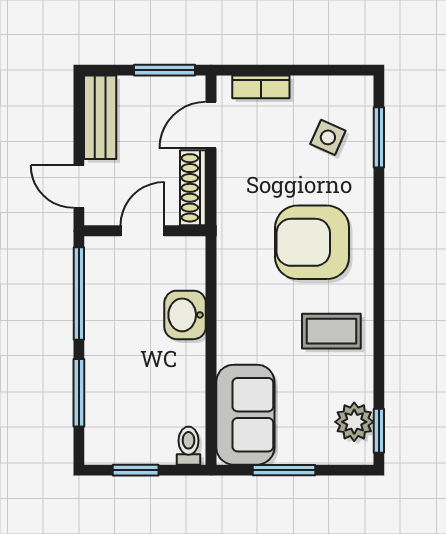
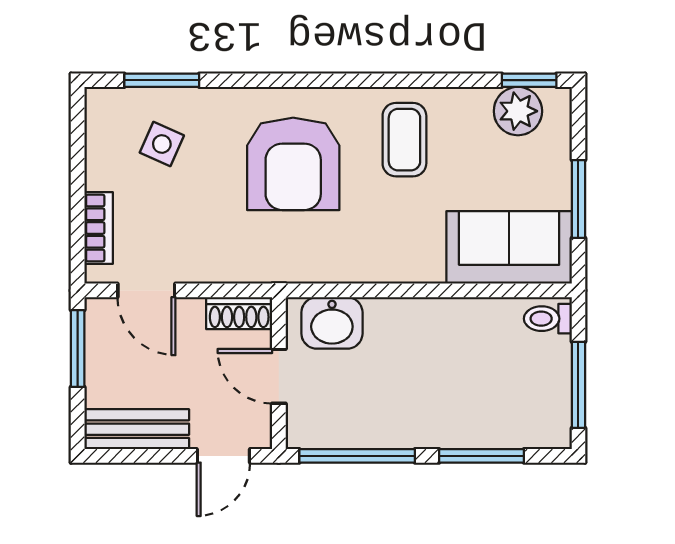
shoe rack: (193, 188) -> (239, 313), width x0.70
washbasin: (185, 315) -> (332, 323), moved
window: (136, 470) -> (578, 385), width x1.50

